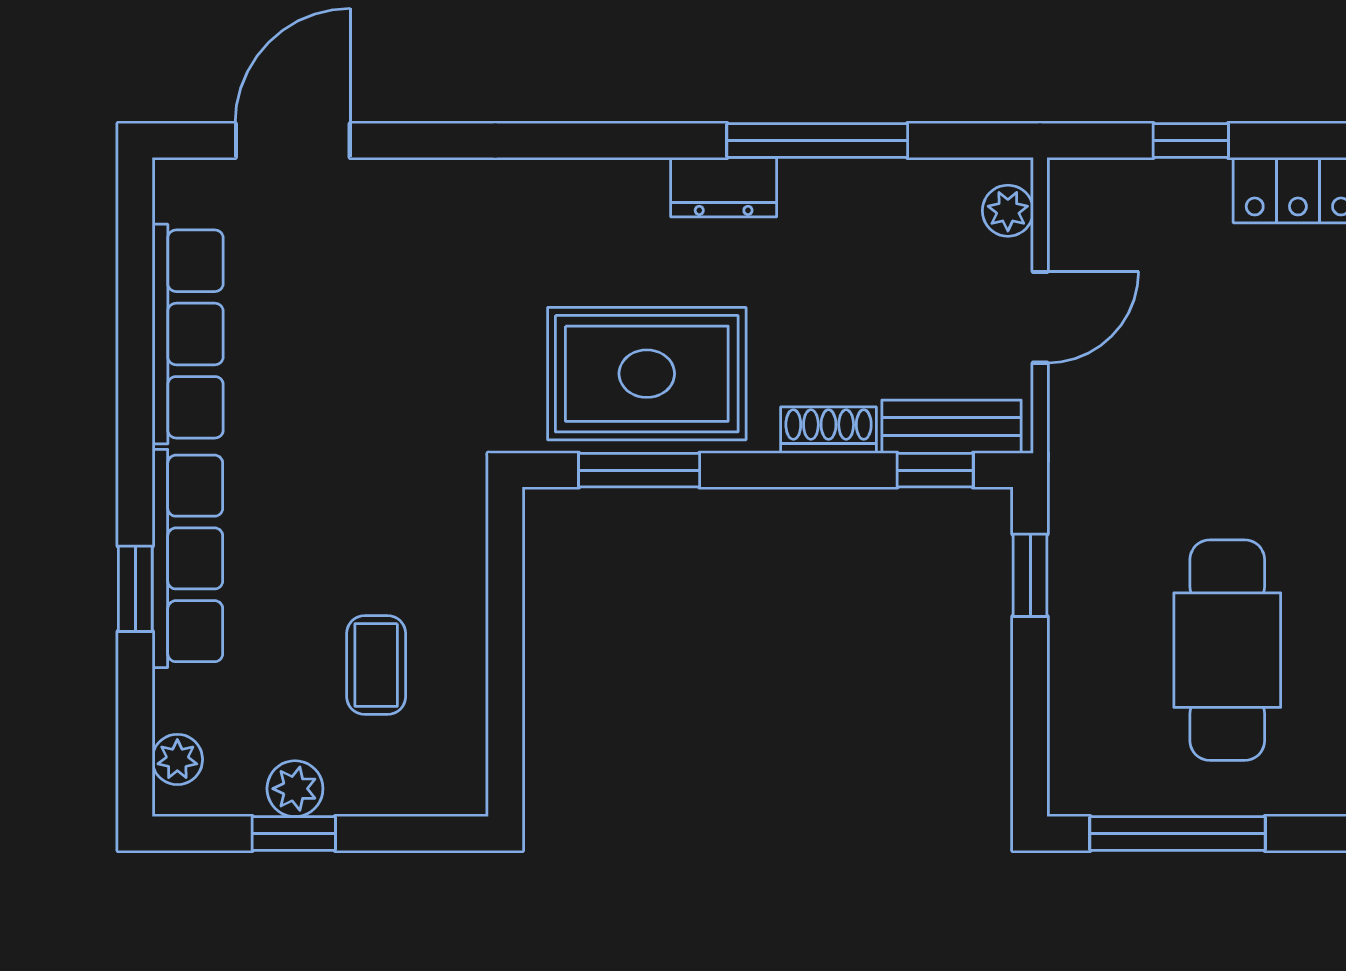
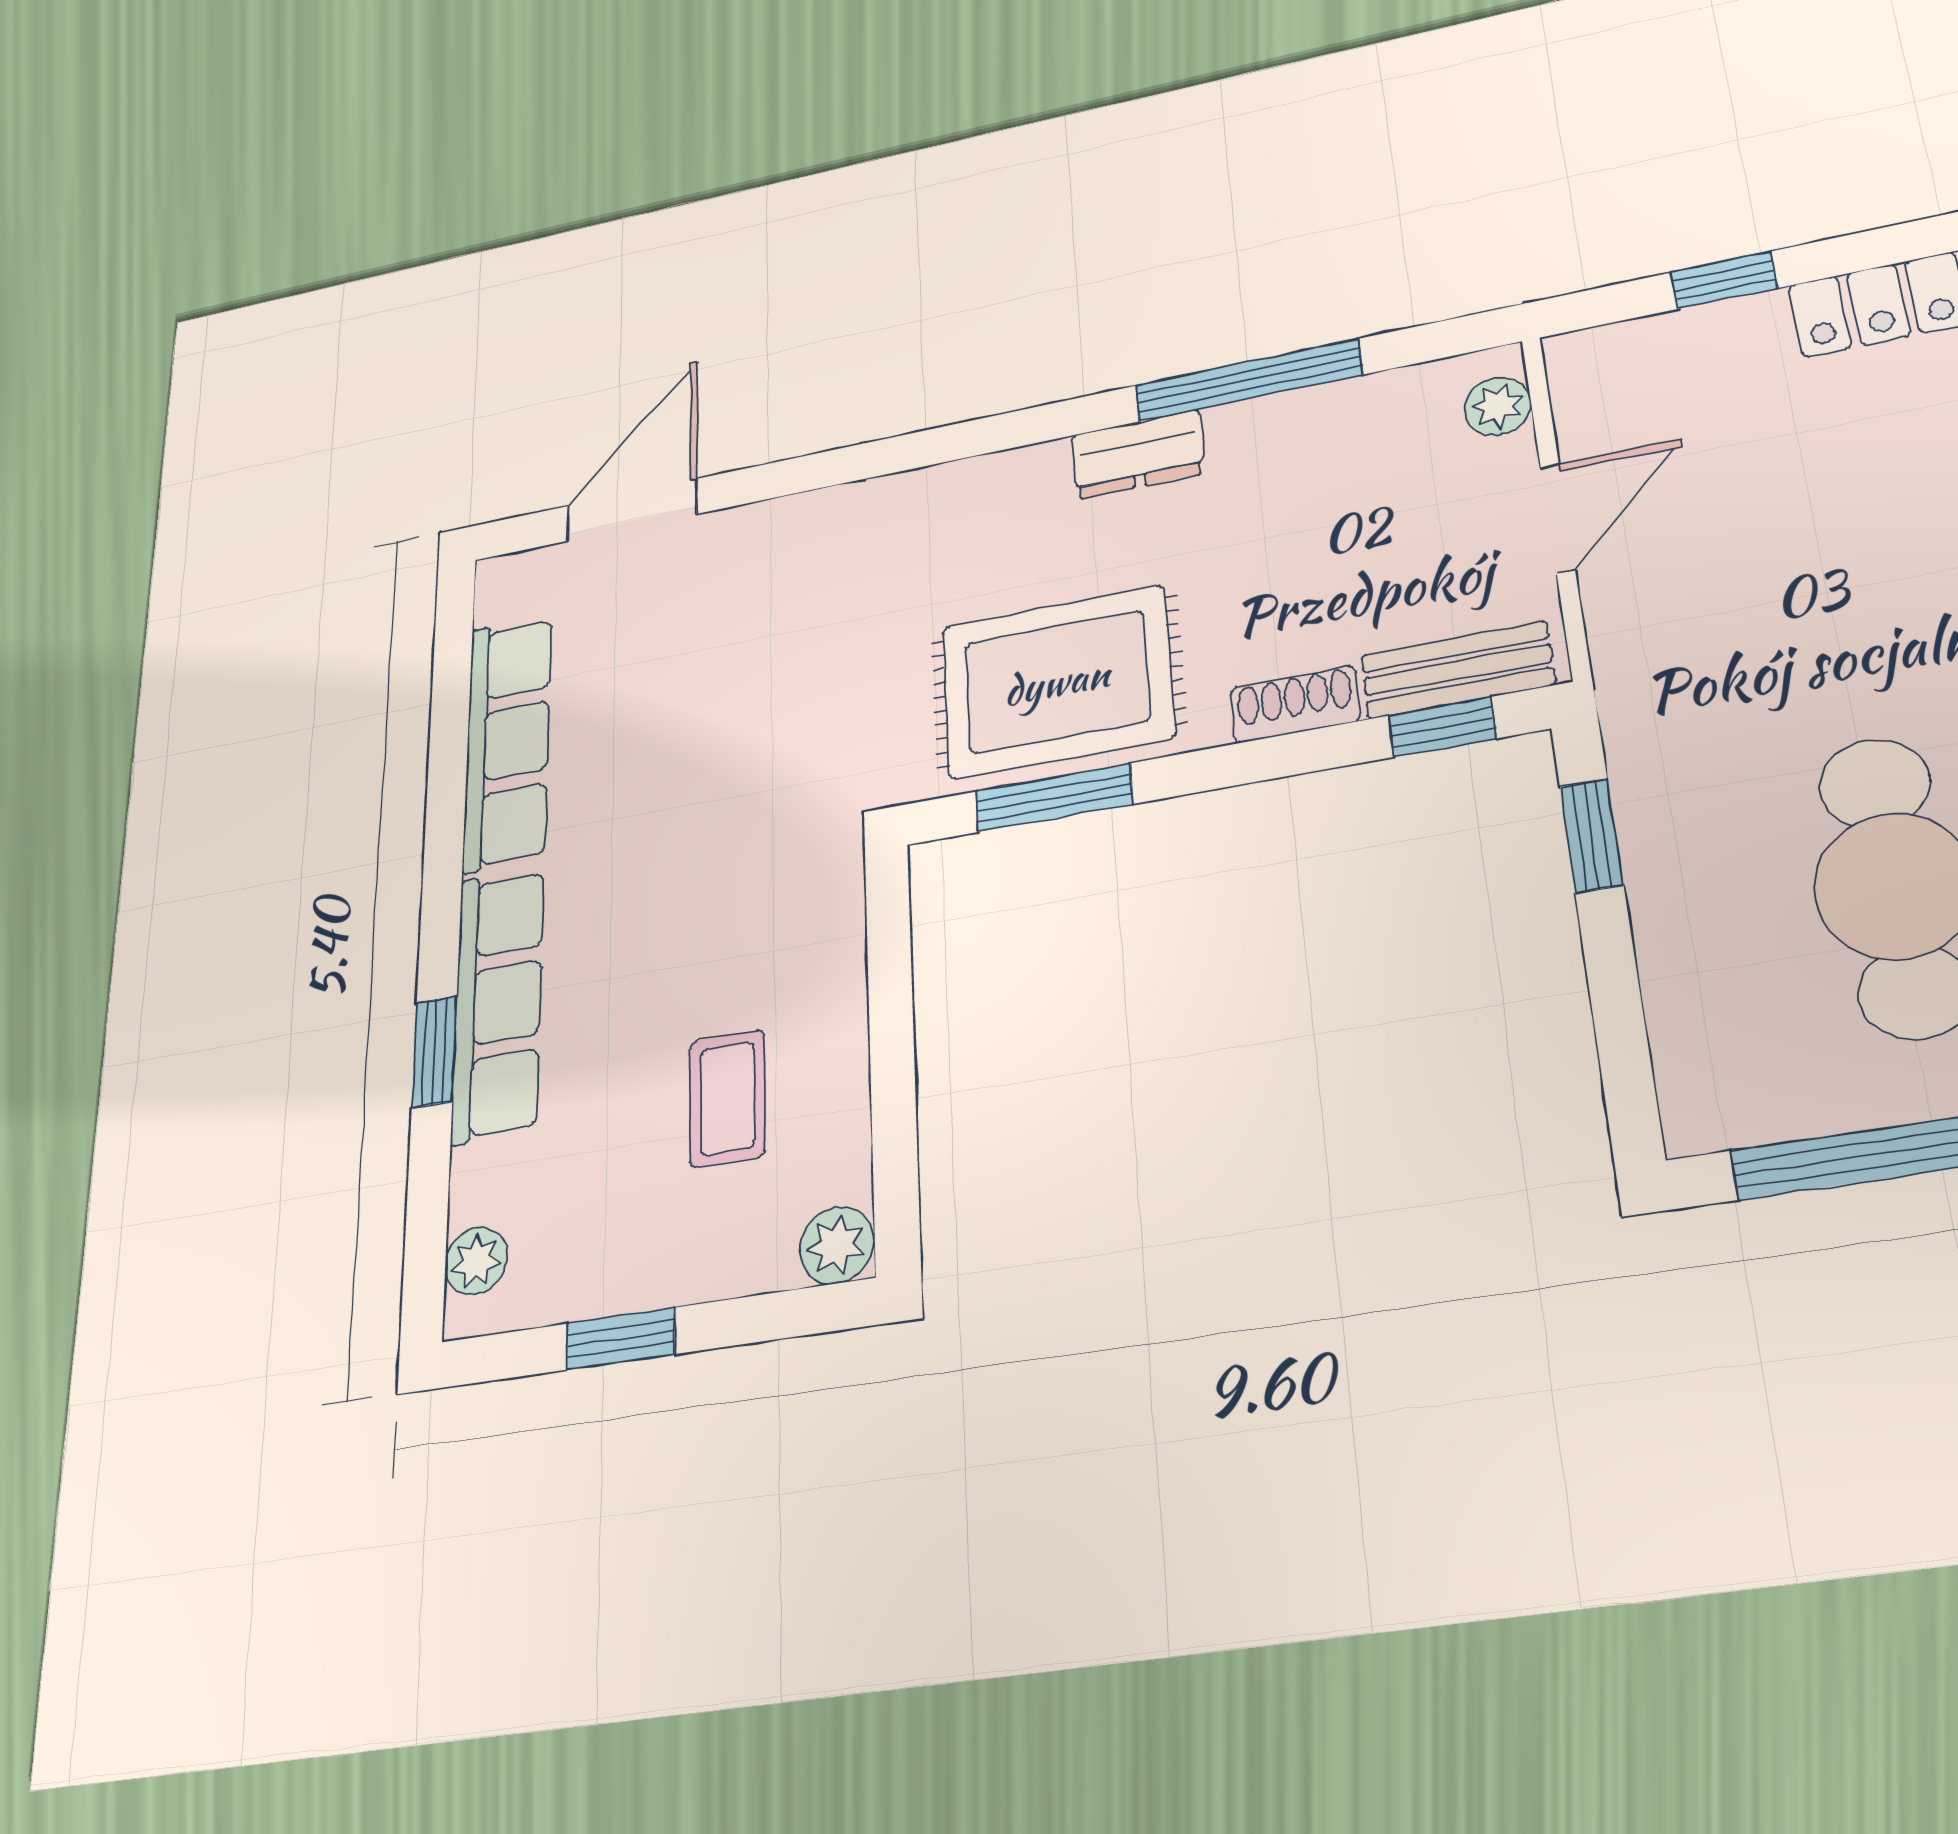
plant: (295, 789) -> (837, 1245), moved

